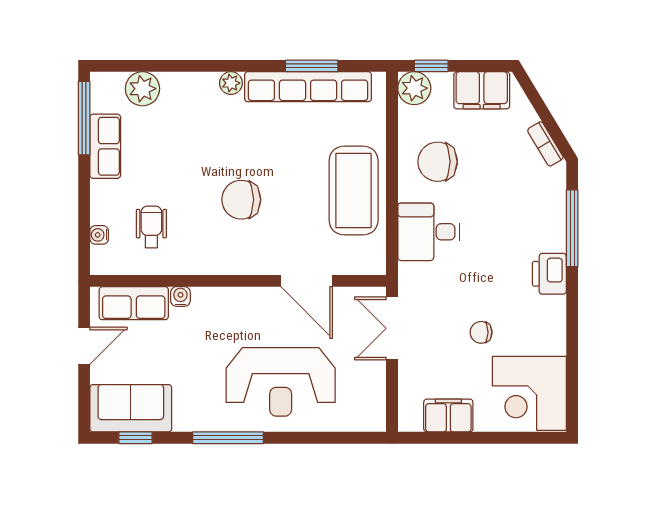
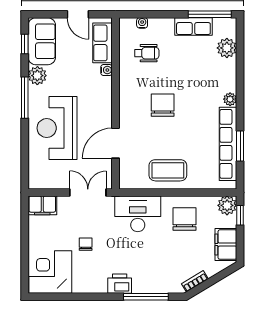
coffee table: (354, 190) -> (168, 170), width x0.73, depth x0.76
desk: (429, 232) -> (138, 214), width x1.37
filing cabinet: (448, 415) -> (42, 205), moved, turned 90
plant: (190, 416) -> (37, 76), added

